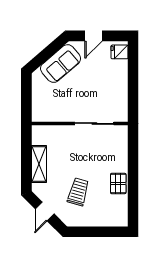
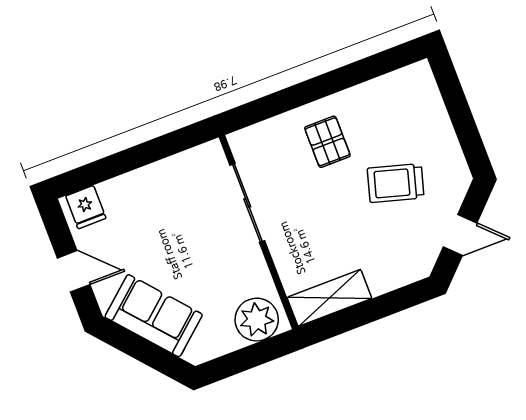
plant: (42, 108) -> (257, 320), added
shelving: (39, 164) -> (329, 298), moved
pallet: (118, 183) -> (327, 142), moved, turned 90

